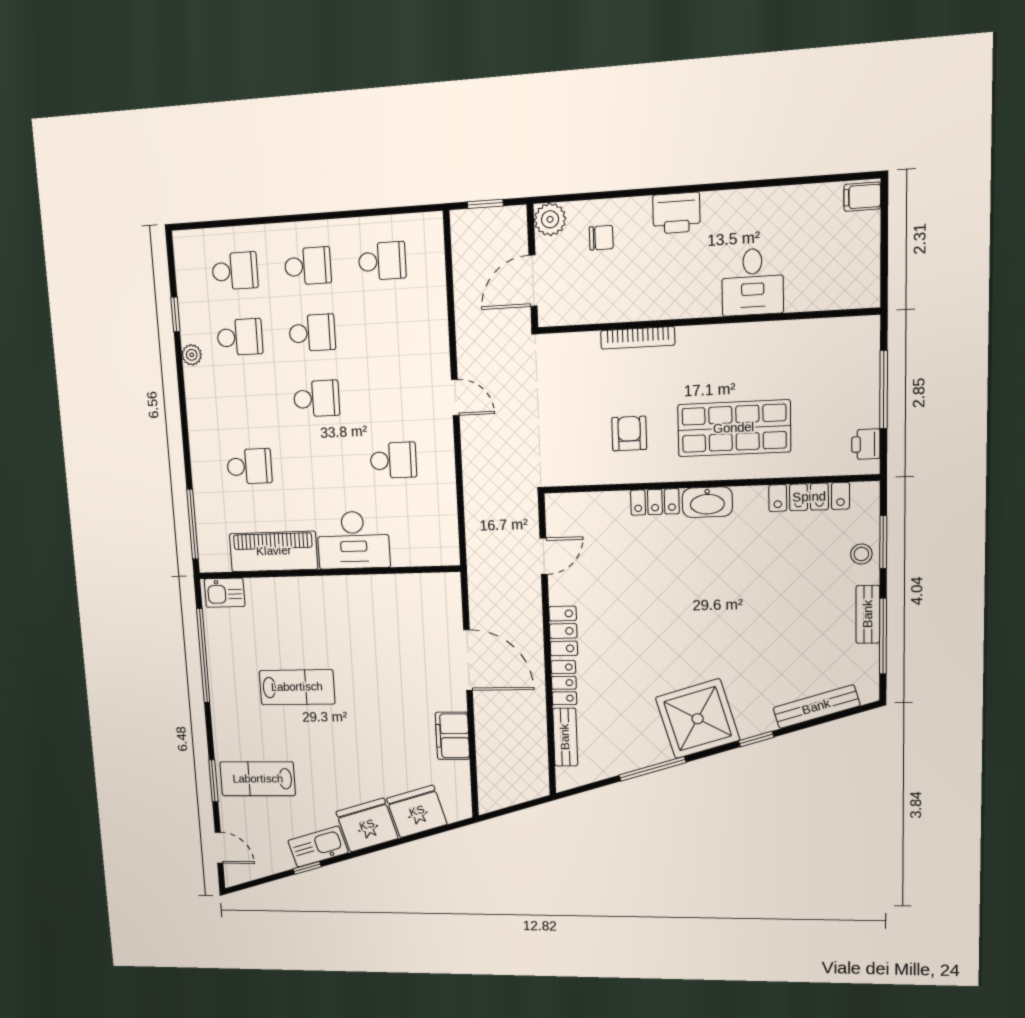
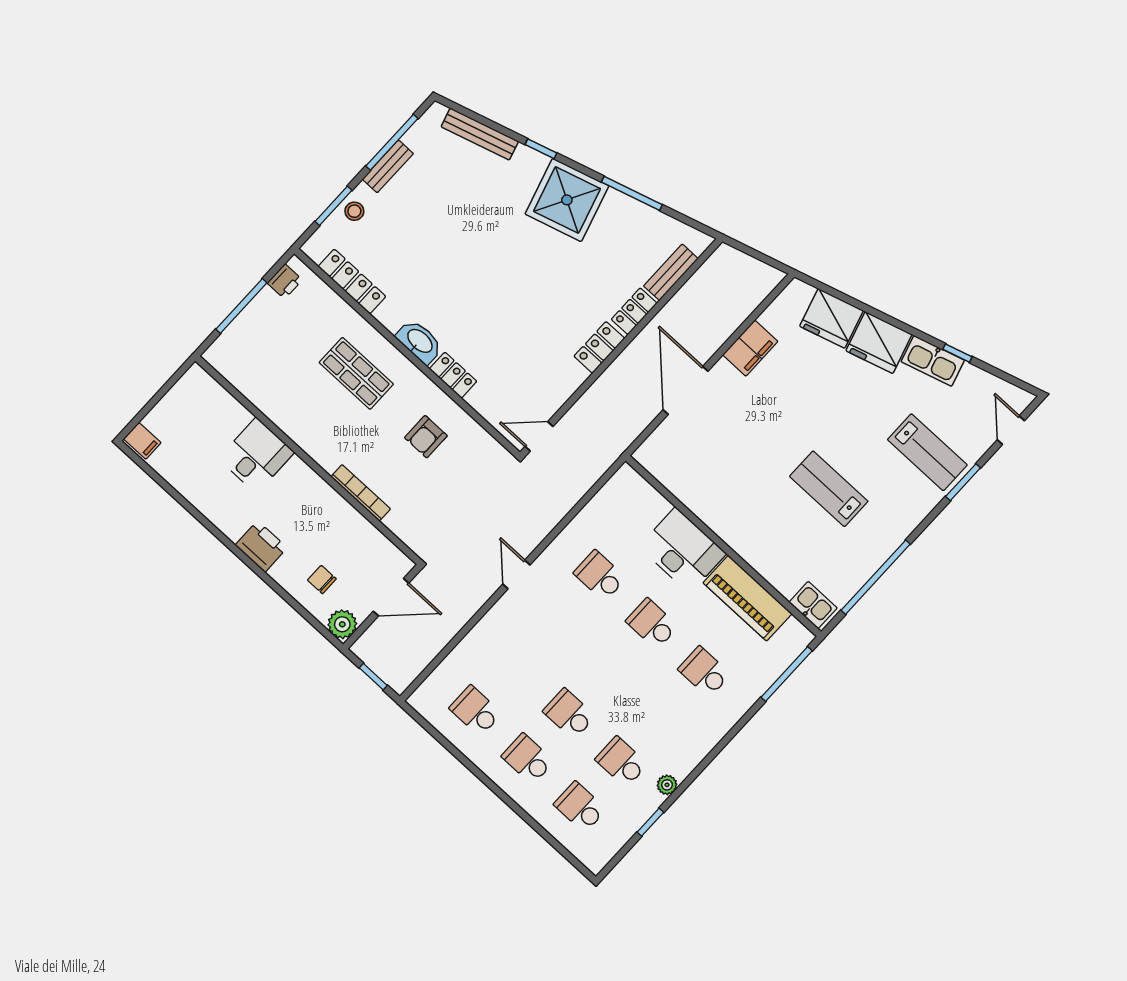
school desk: (316, 399) -> (652, 624), moved
shop shelf: (734, 428) -> (356, 373), width x0.70, depth x0.74
door: (544, 556) -> (539, 436), moved

